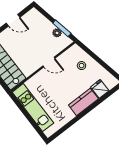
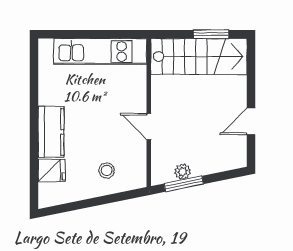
door: (49, 62) -> (149, 126), hinge flipped

